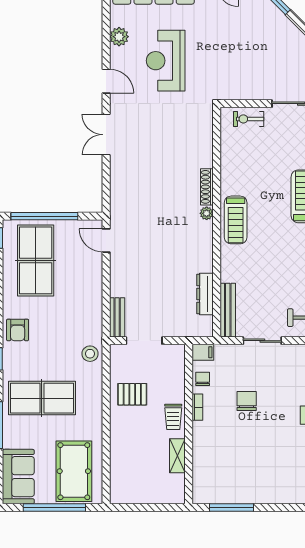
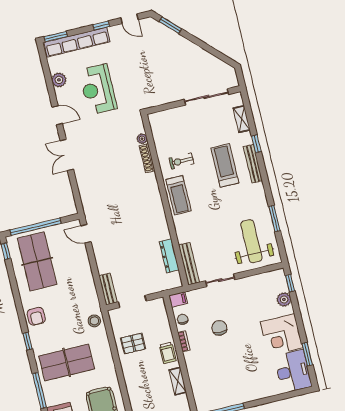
exercise bike: (249, 119) -> (181, 161), moved
shoe rack: (207, 187) -> (147, 158), moved
plant: (207, 213) -> (142, 139), moved

